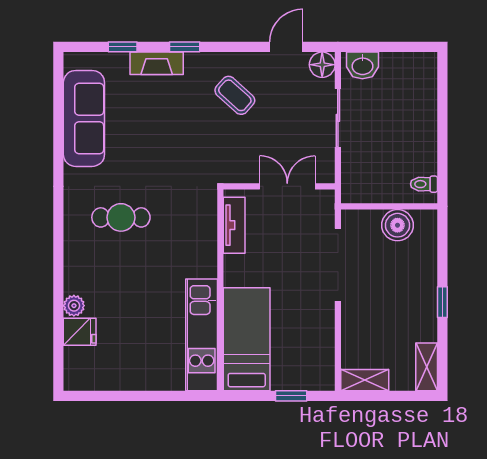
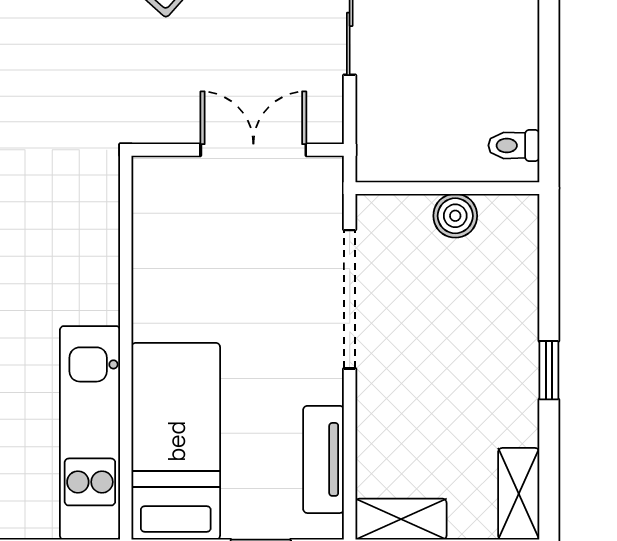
tv unit: (234, 225) -> (324, 459), moved, turned 180
boiler: (397, 225) -> (455, 216), width x0.73, depth x0.73

